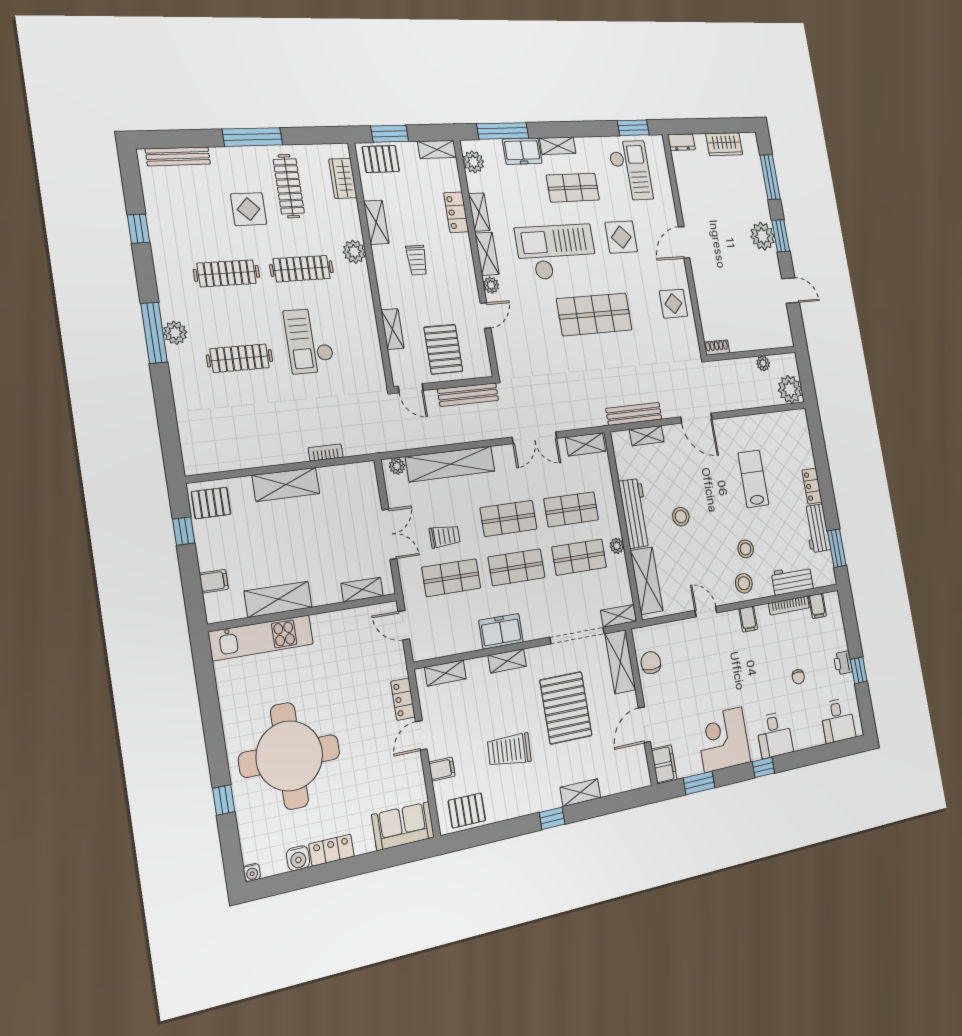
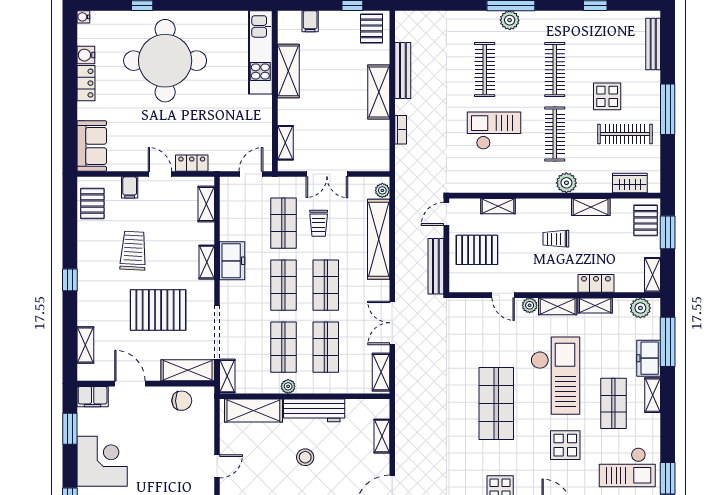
bench: (634, 414) -> (403, 71), moved
shelving: (580, 793) -> (85, 345), moved

